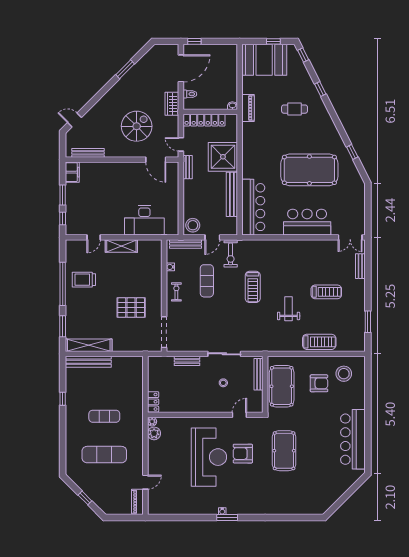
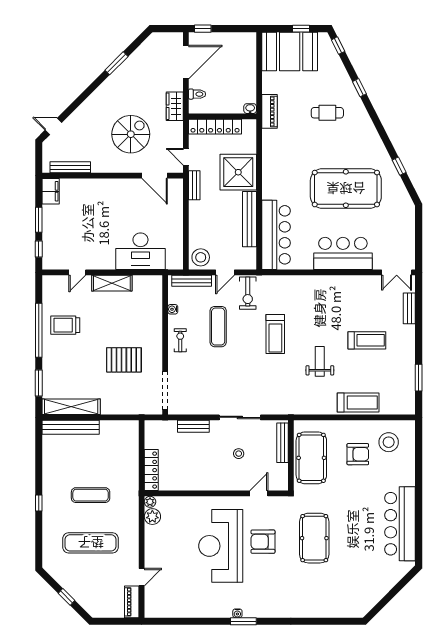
window: (63, 399) -> (39, 503), moved
locker: (153, 402) -> (151, 470), width x1.53
reception desk: (209, 457) -> (221, 546), turned 180

